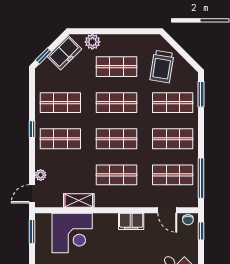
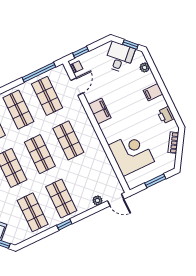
shelving: (79, 200) -> (103, 160), removed
window: (32, 232) -> (155, 181), moved

